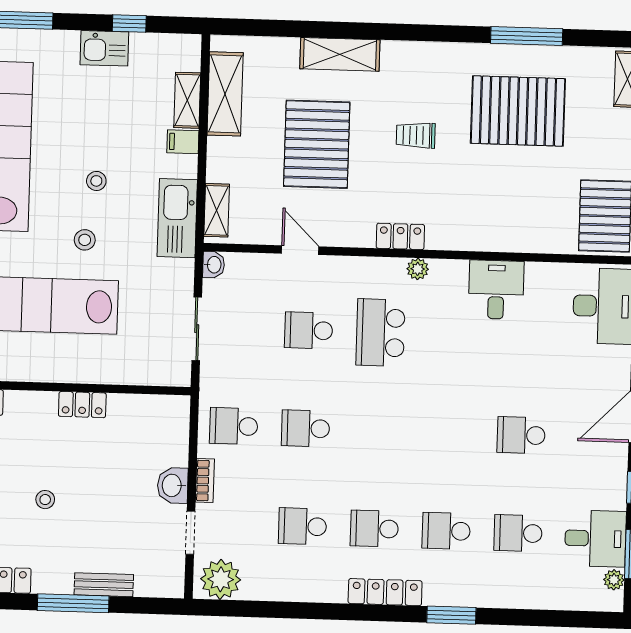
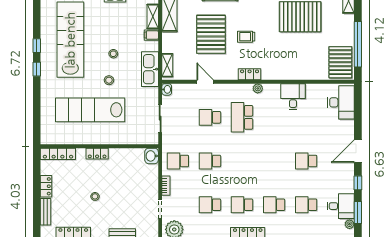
trolley: (416, 135) -> (246, 37), moved
locker: (82, 405) -> (97, 154), moved
washbasin: (173, 485) -> (152, 156), moved

